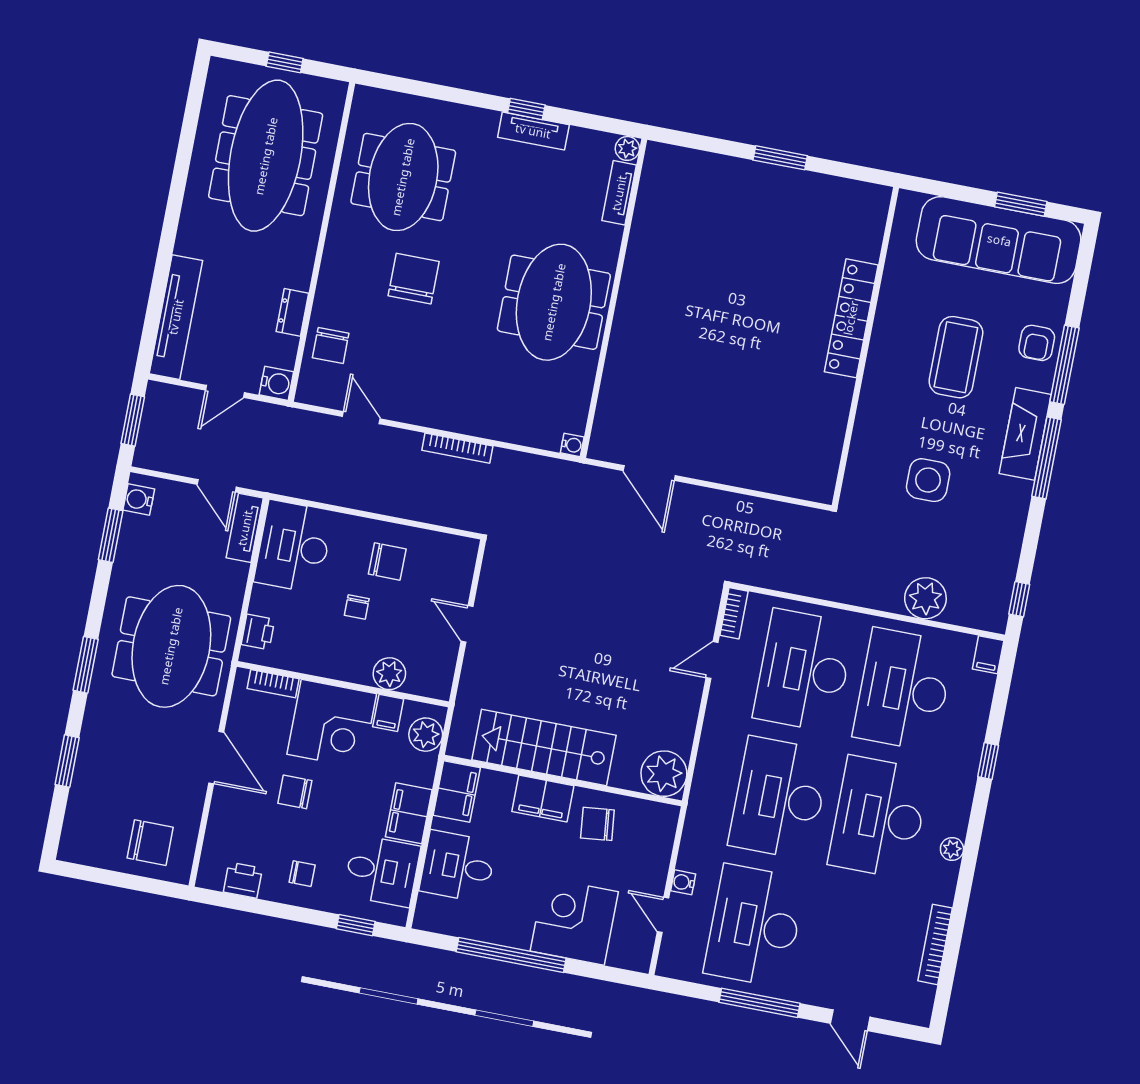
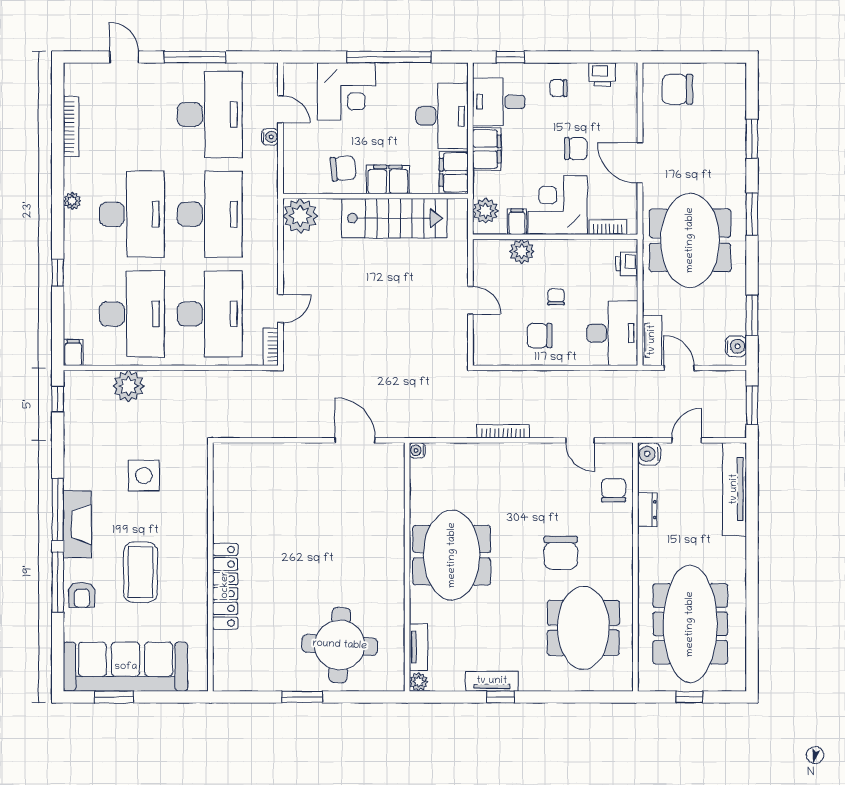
round table: (719, 215) -> (340, 645), added
armchair: (1037, 343) -> (82, 595), turned 180
desk: (458, 866) -> (442, 116), width x1.37

